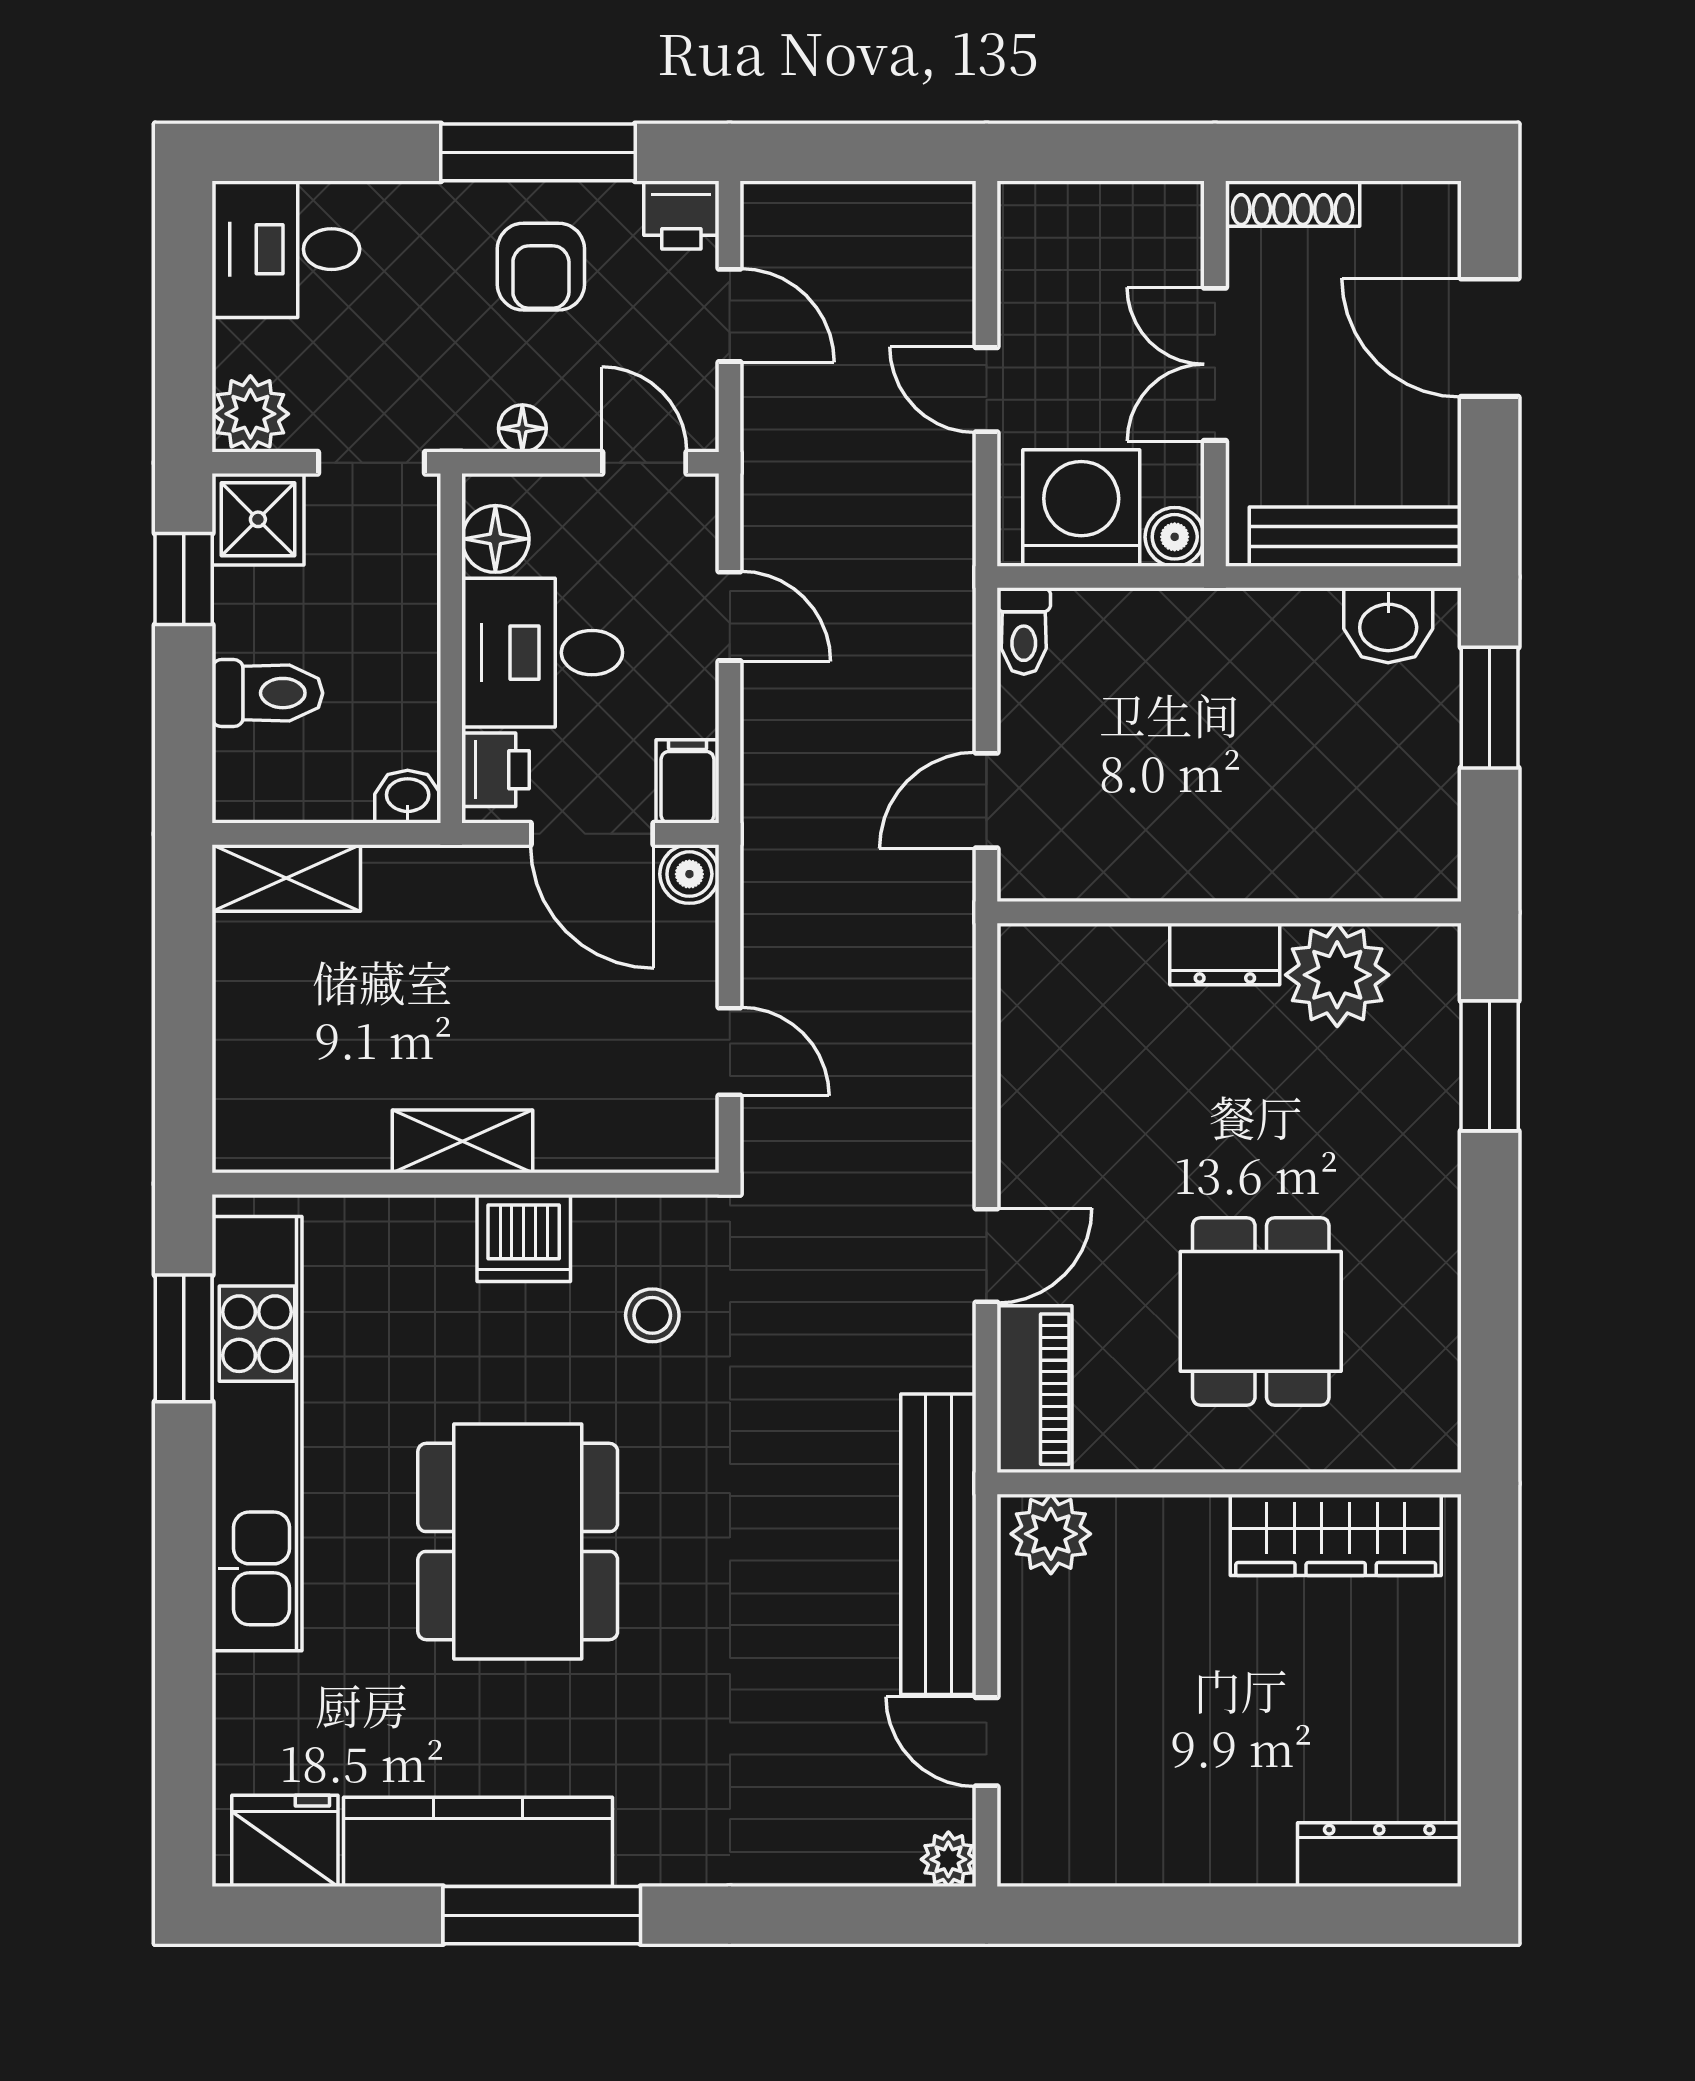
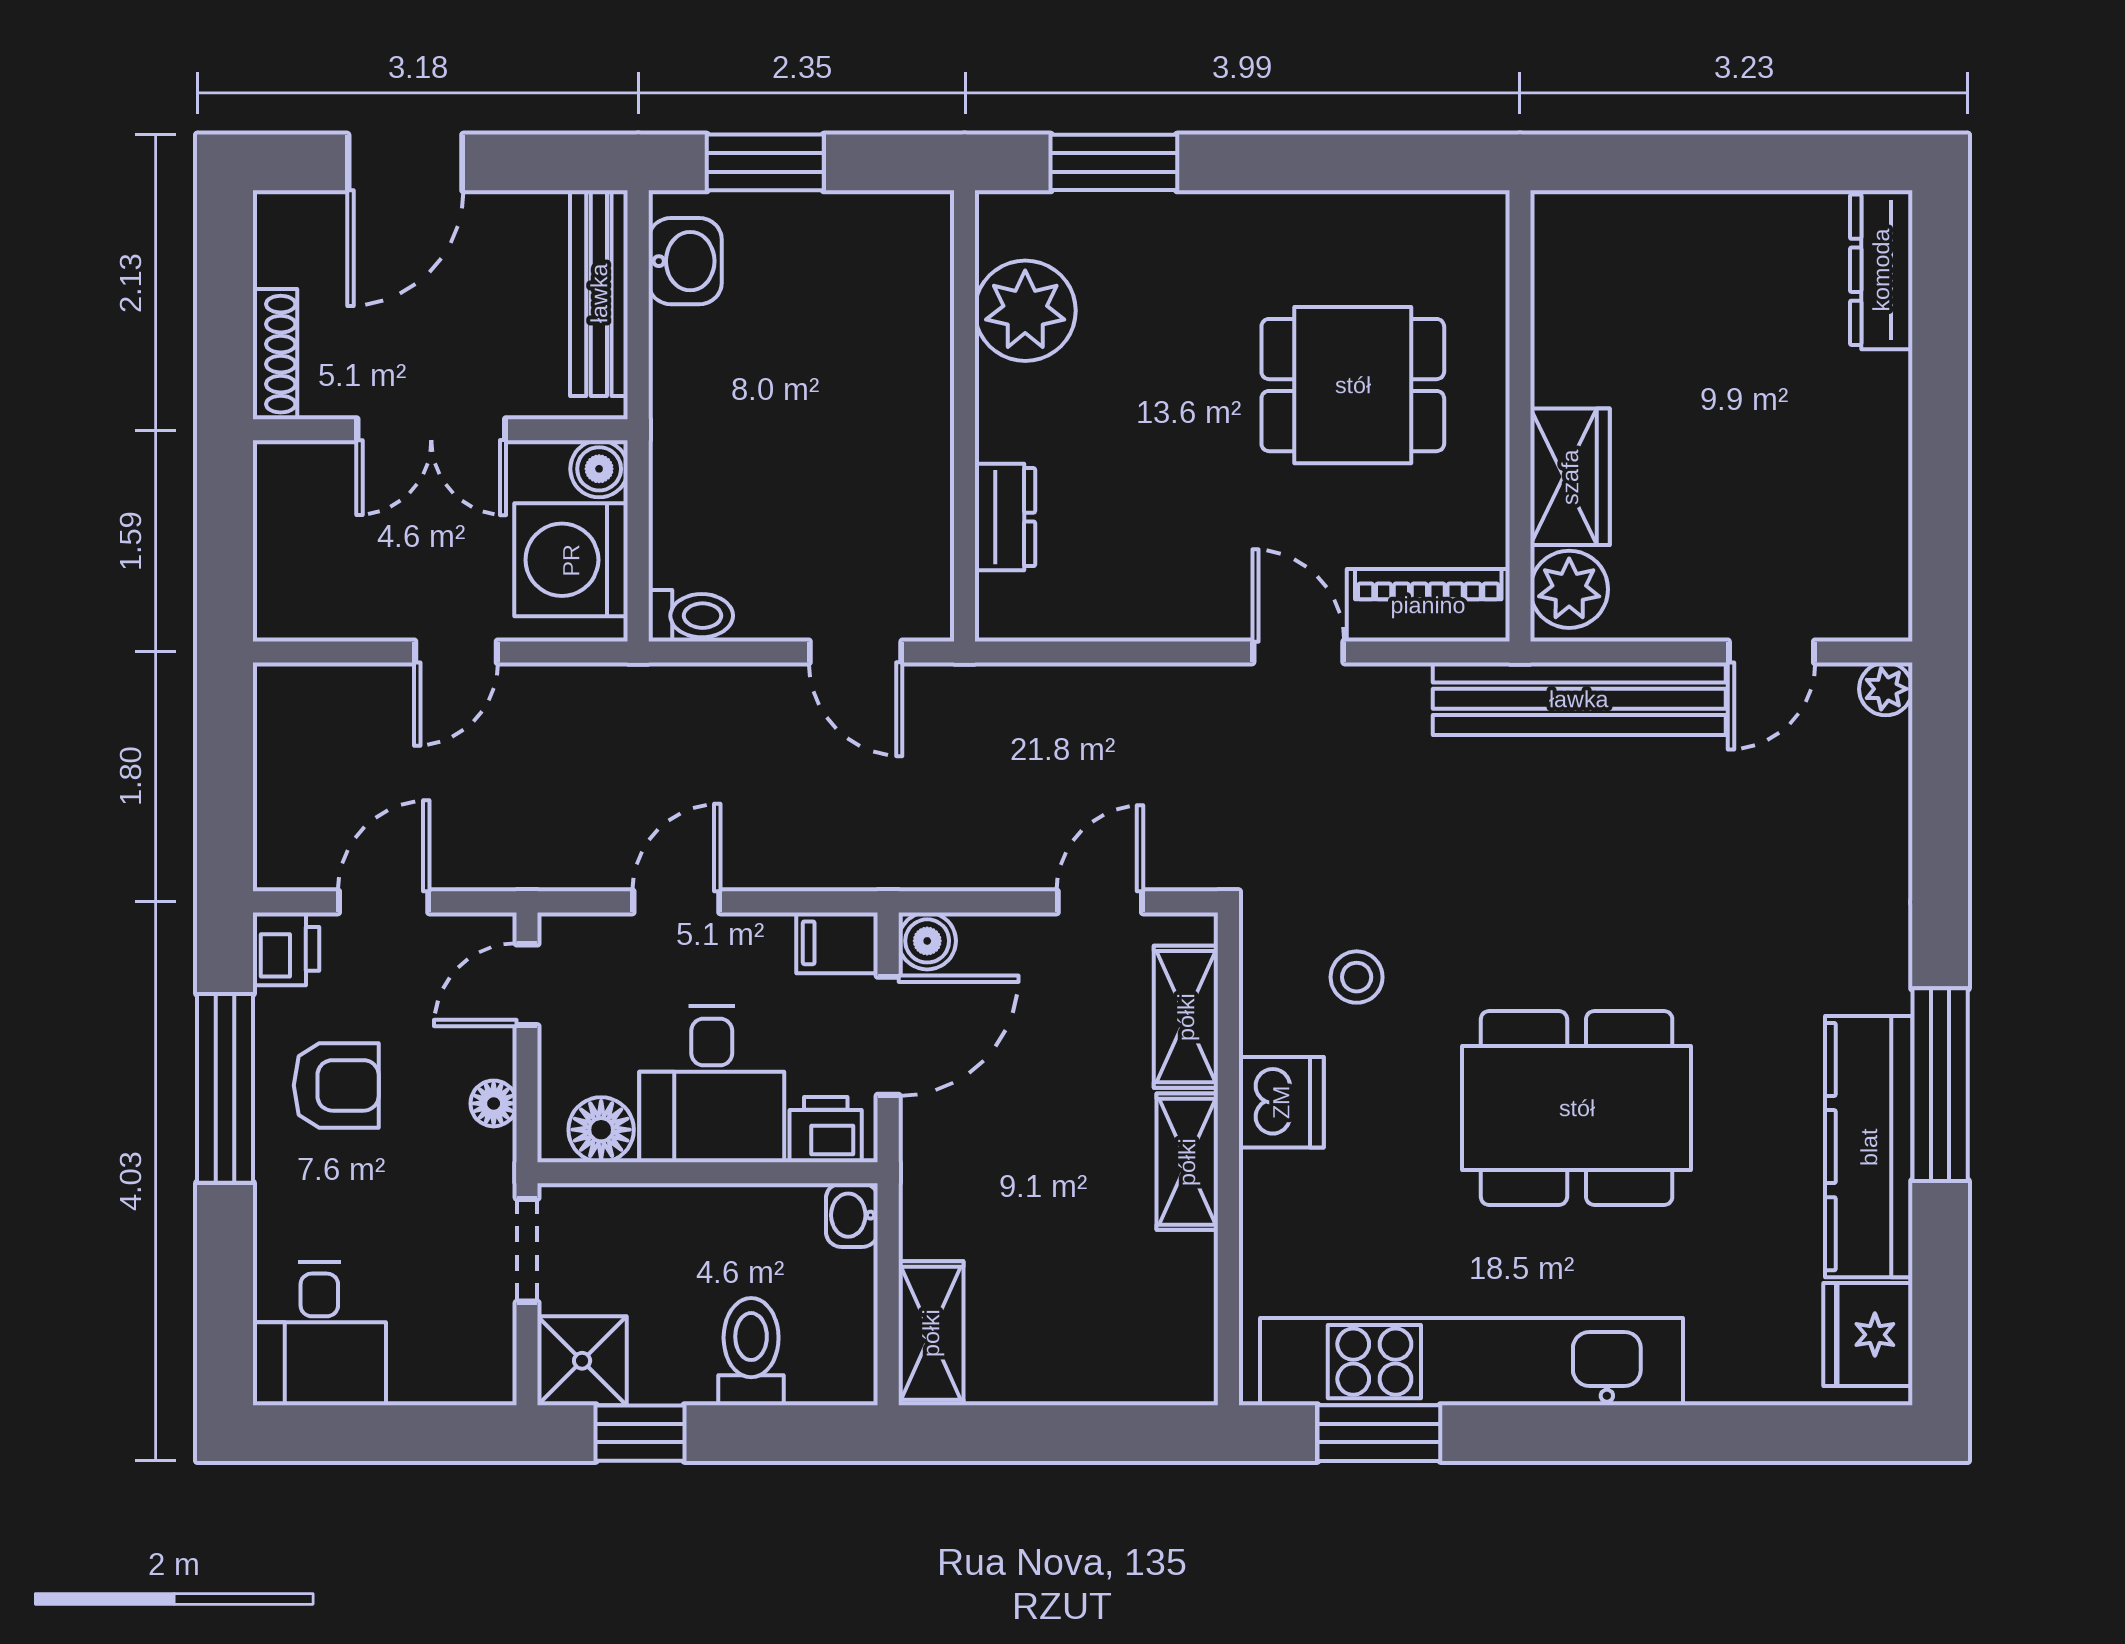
plant: (250, 414) -> (479, 1368), removed
dresser: (1225, 954) -> (1005, 517), moved
shelving: (612, 1140) -> (1186, 1017), added
wardrobe: (1336, 1535) -> (1570, 477), moved, width x0.67

